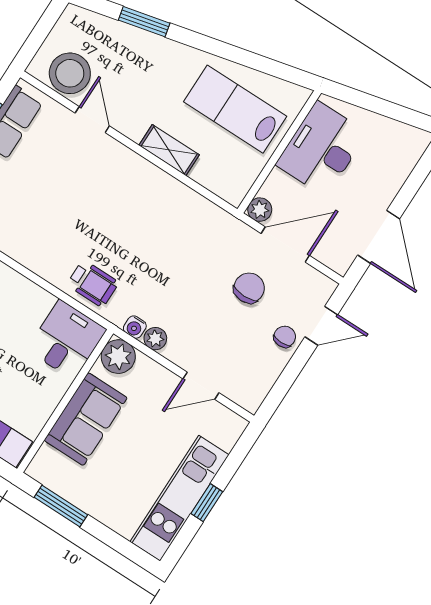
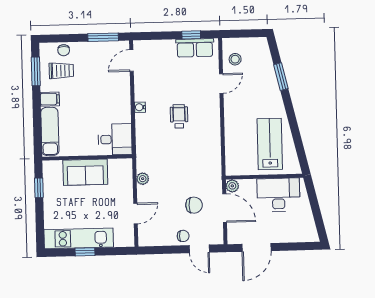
stool: (70, 73) -> (235, 59), width x0.53, depth x0.53
shelving: (169, 150) -> (231, 127), removed
wheelchair: (93, 284) -> (179, 116), moved, turned 180
water cooler: (135, 327) -> (140, 107), moved
plant: (118, 357) -> (123, 168), removed
door: (201, 386) -> (136, 214), swing flipped
window: (61, 506) -> (39, 188), width x0.67

